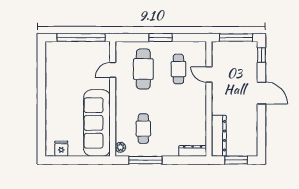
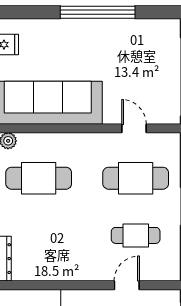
window: (41, 92) -> (98, 12), added
cafe table: (143, 129) -> (39, 178), width x1.37, depth x1.35

